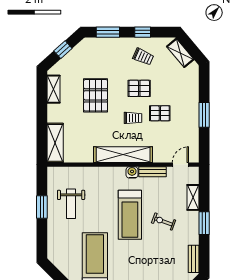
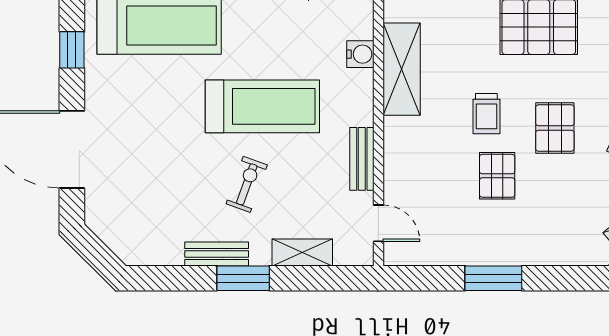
shelving: (123, 155) -> (402, 69), width x0.68
water cooler: (132, 172) -> (360, 54), moved
treadmill: (130, 215) -> (262, 106), turned 180
bench: (194, 259) -> (217, 254), moved

